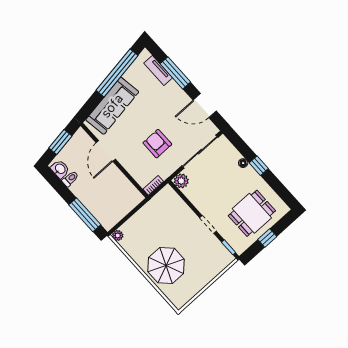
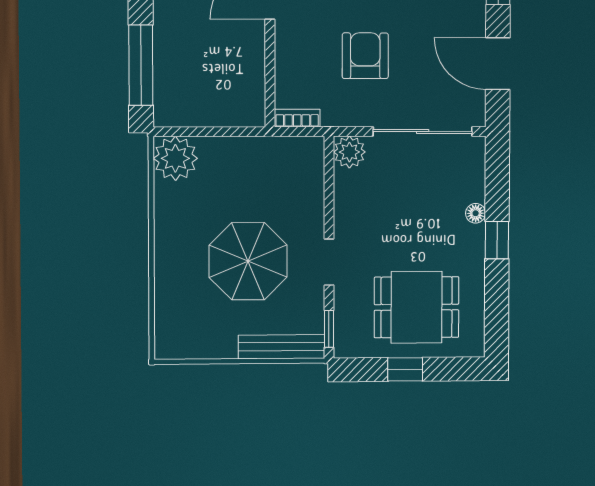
plant: (118, 235) -> (175, 158), width x1.88, depth x1.88
parasol: (166, 266) -> (248, 261), moved
bench: (218, 268) -> (282, 347), added

